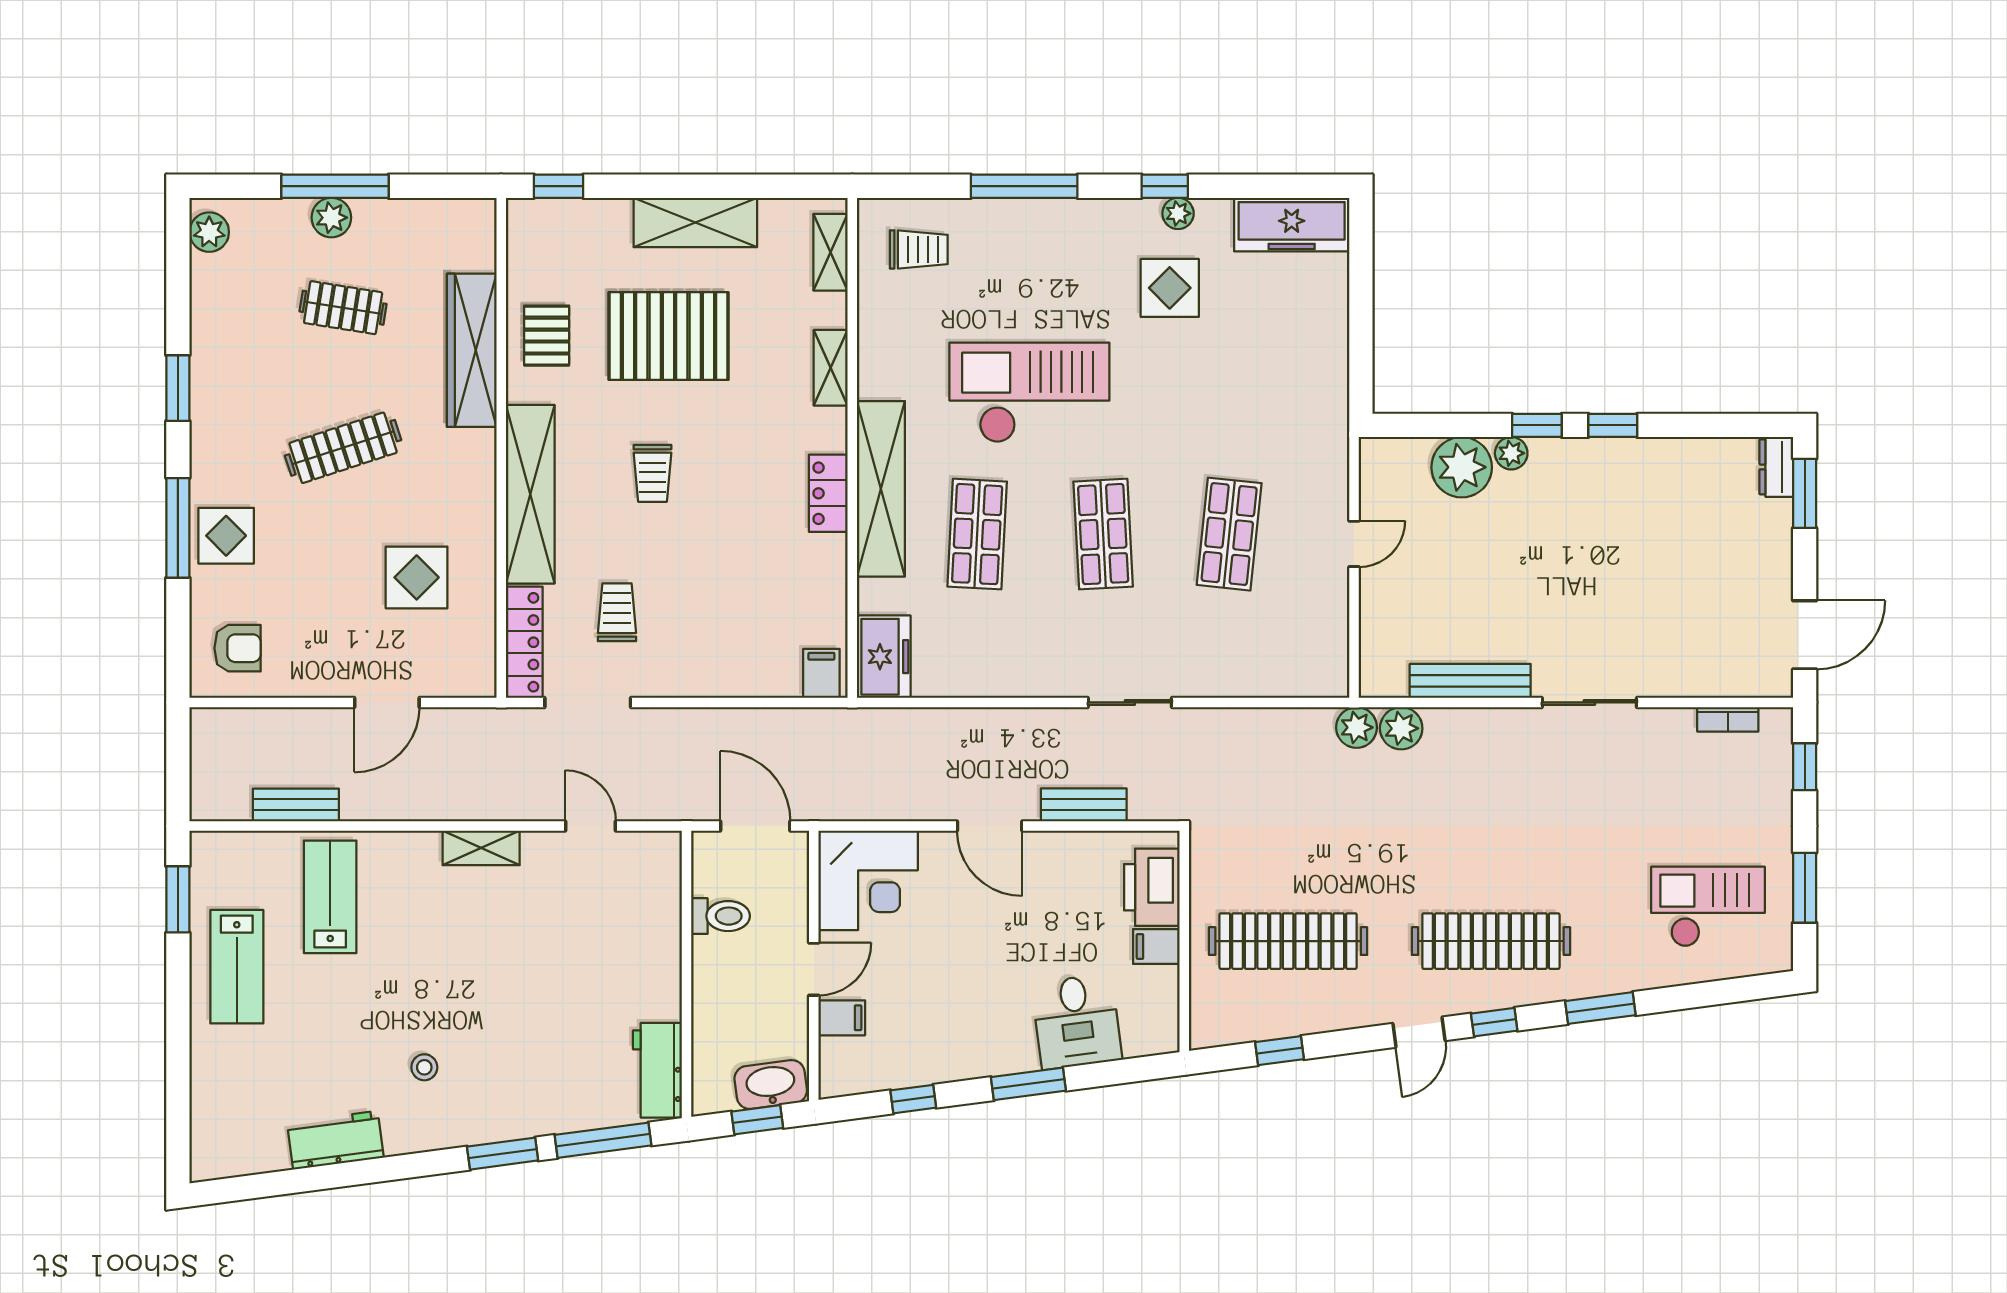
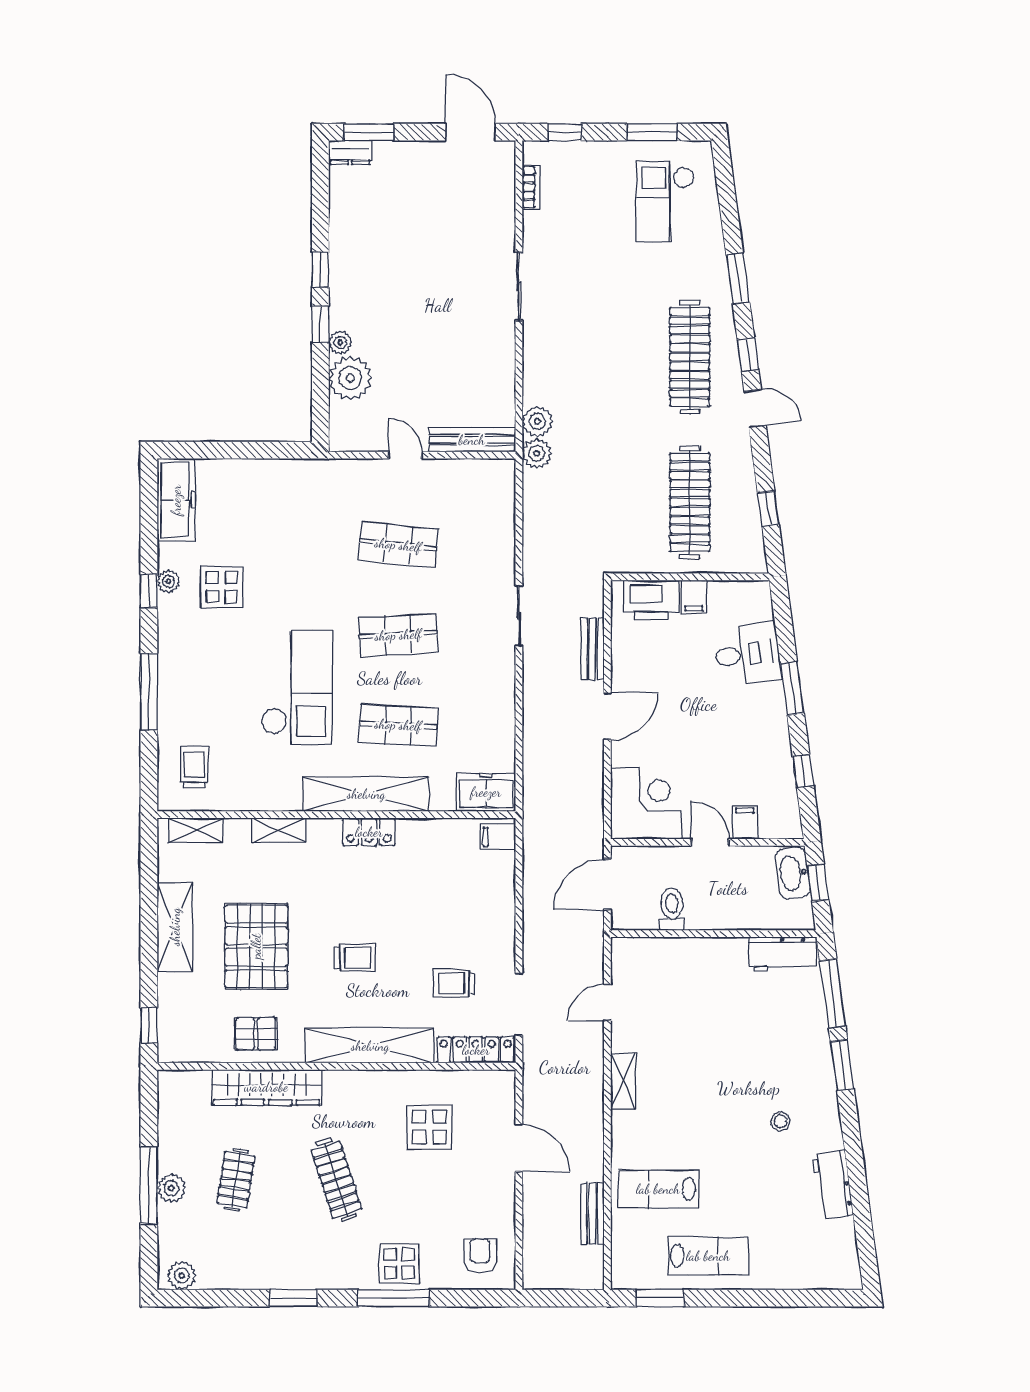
checkout: (1029, 393) -> (297, 688), turned 180
bench: (1470, 681) -> (472, 440), moved, turned 90

